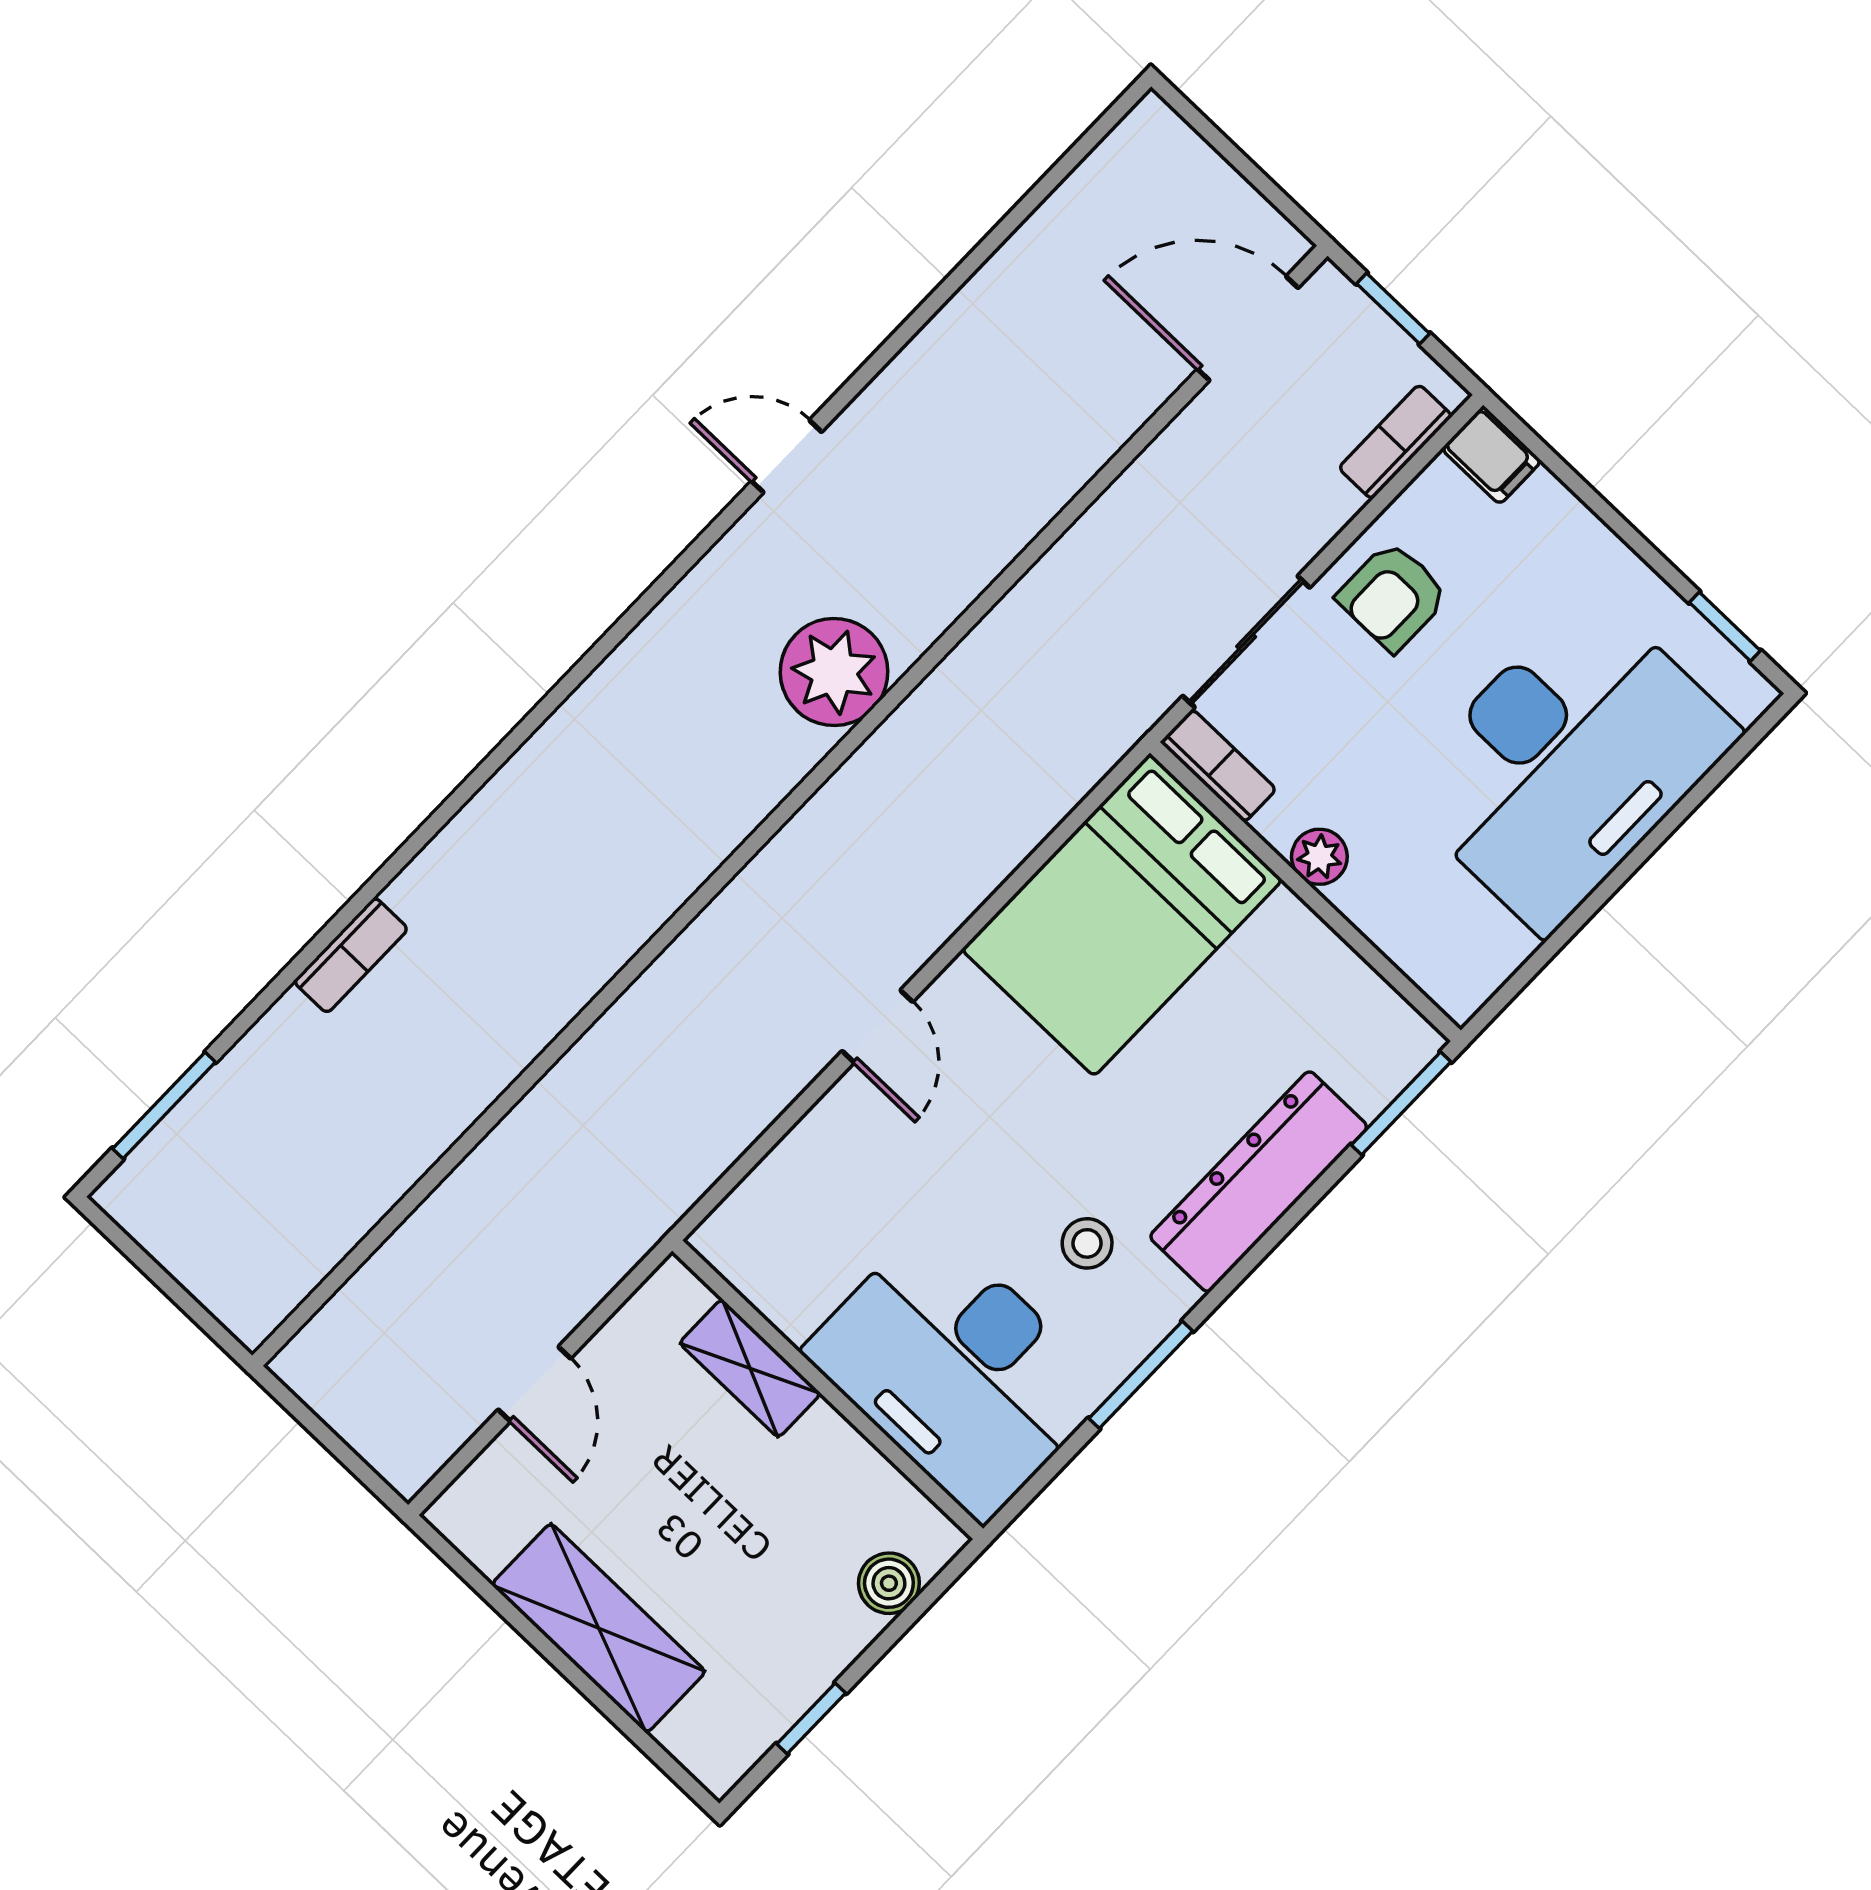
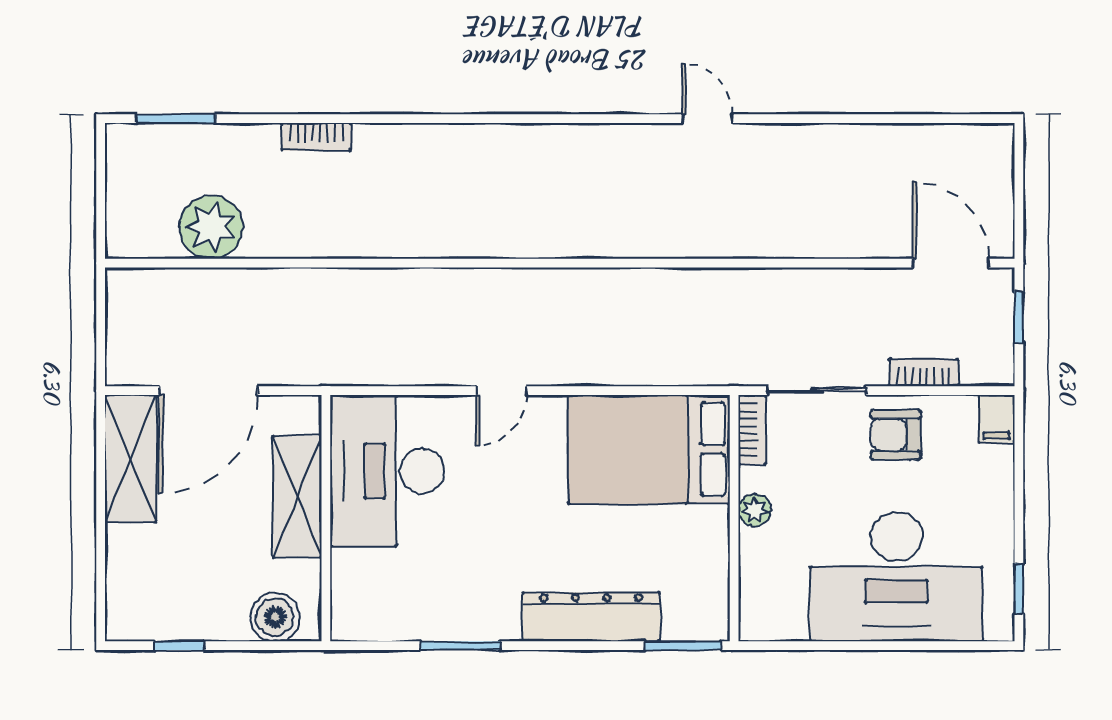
bookcase: (1395, 442) -> (924, 373), moved
plant: (834, 672) -> (211, 227), moved
stool: (1087, 1243) -> (495, 569), removed
shelving: (750, 1368) -> (297, 497), width x1.50, depth x1.33
desk: (957, 1370) -> (387, 471), moved
door: (534, 1384) -> (208, 391), width x1.87
boiler: (889, 1583) -> (275, 617), width x1.36, depth x1.36
shelving: (599, 1628) -> (130, 459), moved

